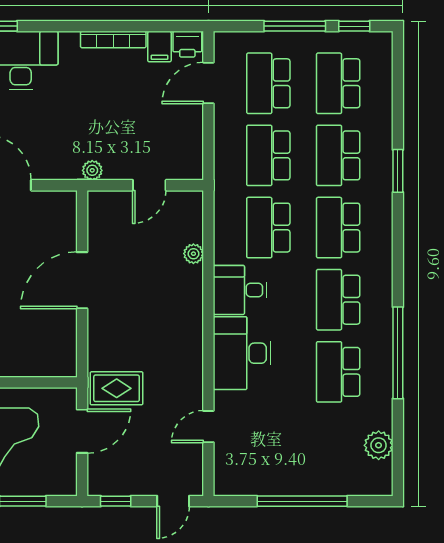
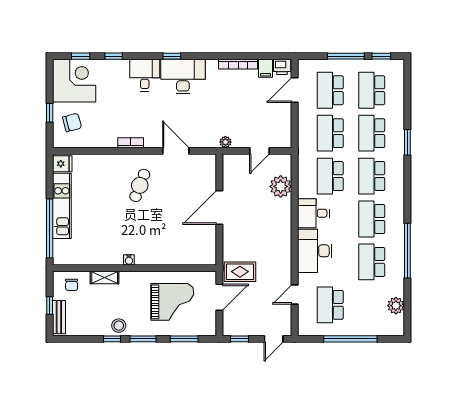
plant: (193, 254) -> (281, 186), width x1.87, depth x1.87
school desk: (268, 444) -> (330, 305), added

